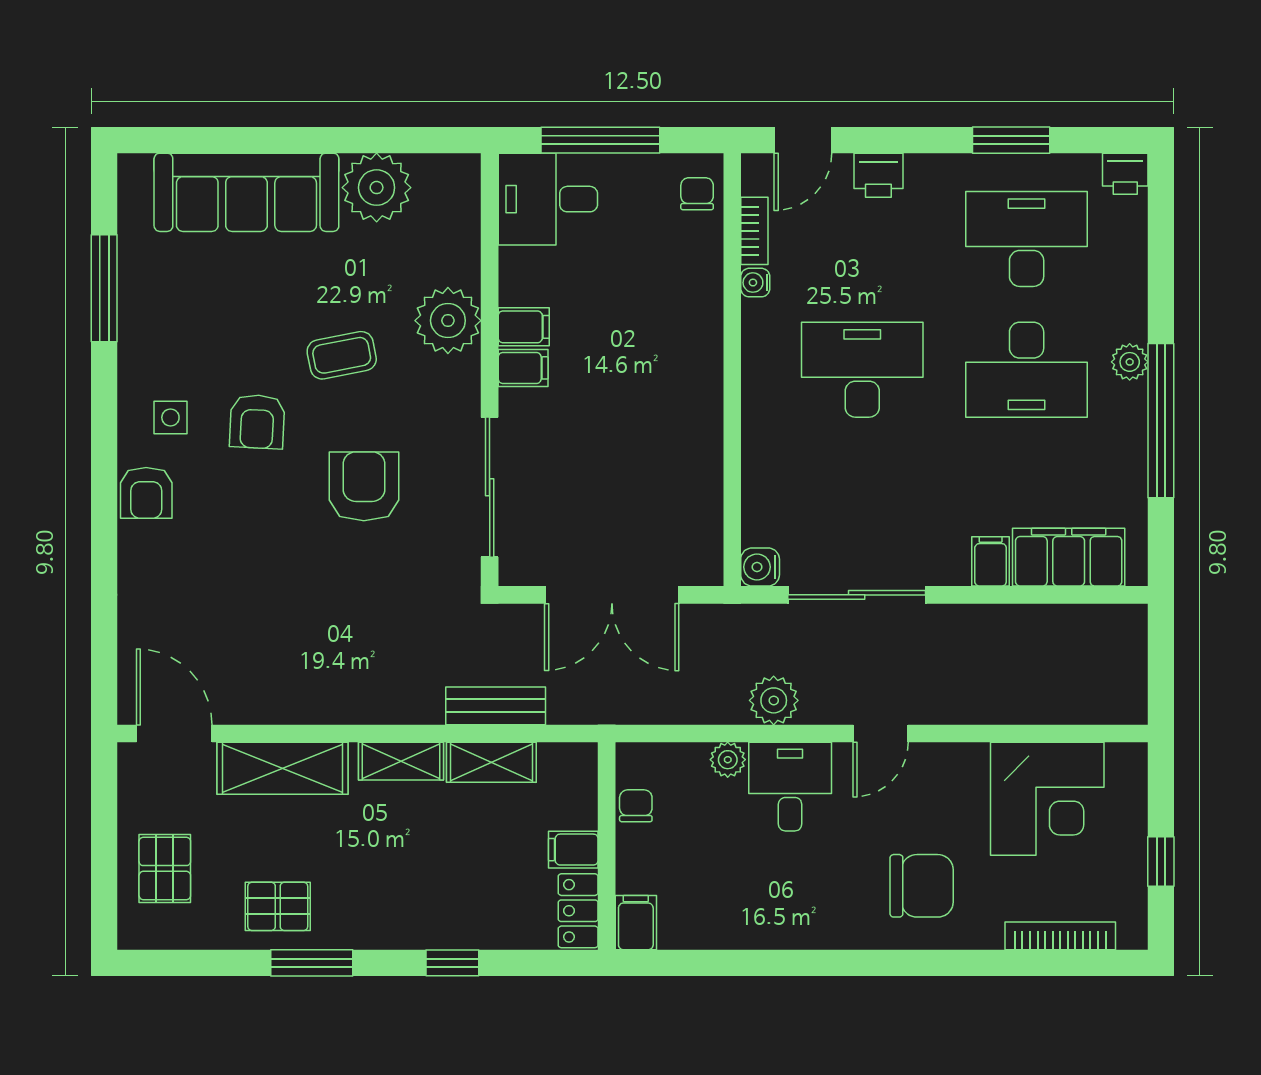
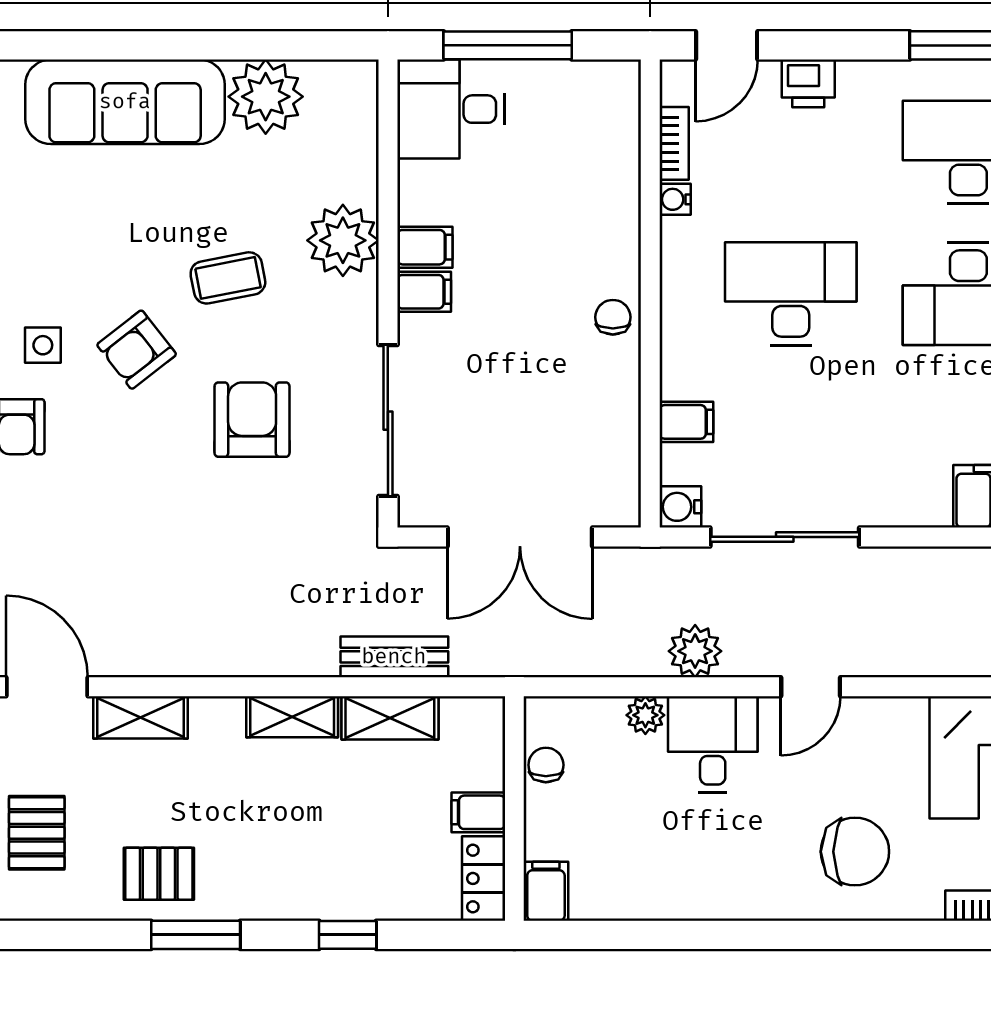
chair: (697, 194) -> (613, 317), moved
armchair: (257, 422) -> (137, 350), turned 49
filing cabinet: (991, 561) -> (686, 422), moved, turned 90
shelving: (283, 768) -> (140, 717), width x0.67, depth x0.75

